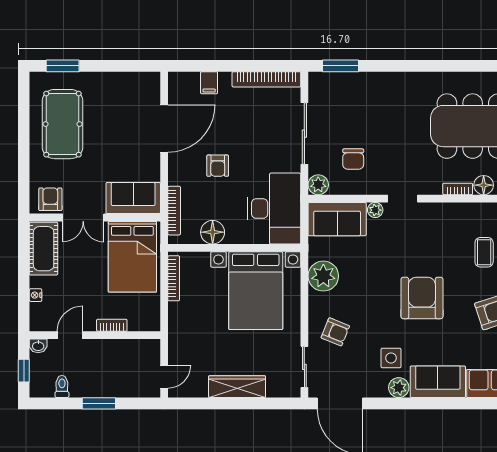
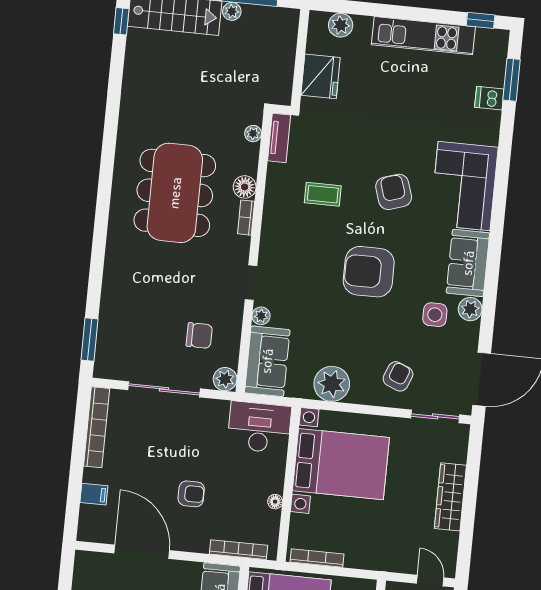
desk: (274, 209) -> (259, 427), width x0.73, depth x0.77
floor lamp: (213, 232) -> (275, 502), width x0.53, depth x0.53

